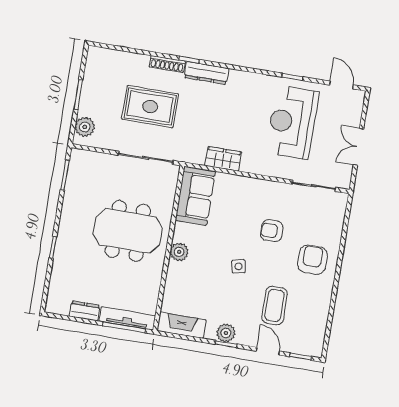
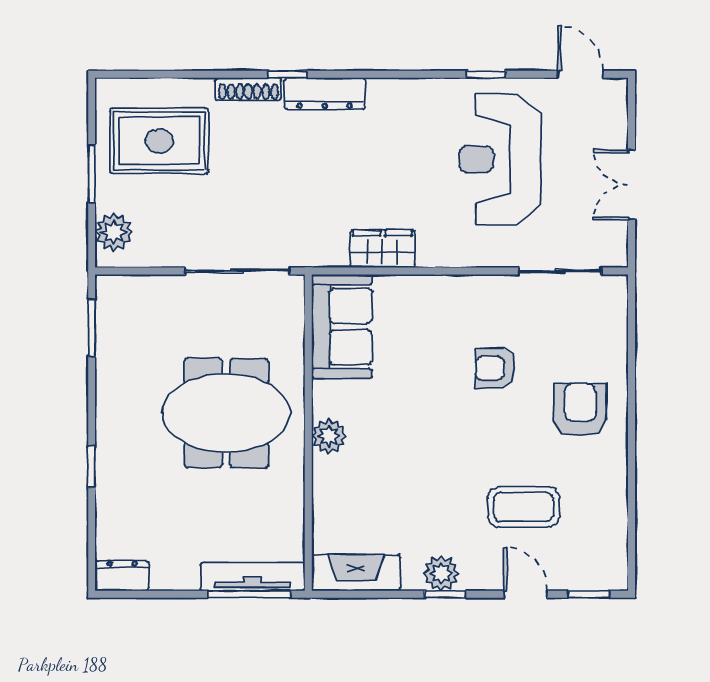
rug: (150, 107) -> (159, 141), moved
side table: (239, 266) -> (444, 445), removed
coffee table: (274, 305) -> (524, 507), turned 90
dresser: (85, 311) -> (122, 576), moved

